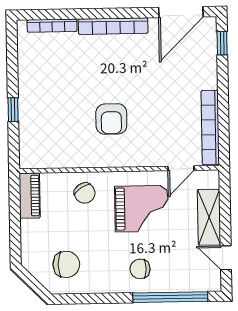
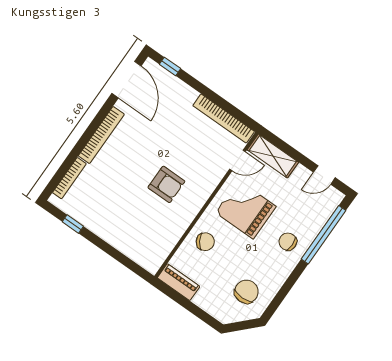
window: (13, 110) -> (73, 224), moved
door: (181, 168) -> (238, 160), hinge flipped
grand piano: (141, 209) -> (246, 209), turned -90
shelving: (209, 217) -> (273, 156), moved
chair: (140, 269) -> (288, 242), turned 90

